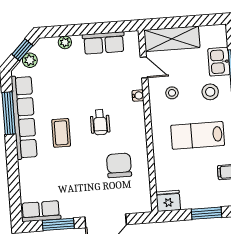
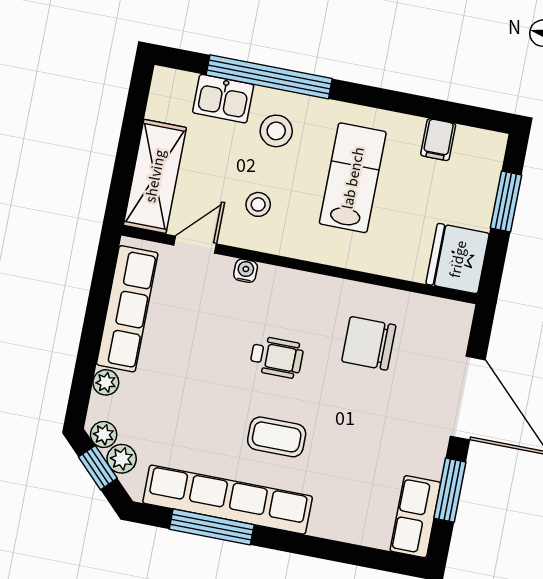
row of seats: (104, 43) -> (127, 309), width x1.48
plant: (39, 48) -> (104, 435), added
lab bench: (198, 135) -> (353, 178), turned 180
fridge: (168, 201) -> (458, 259), width x1.36, depth x1.34

